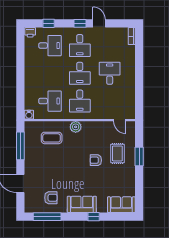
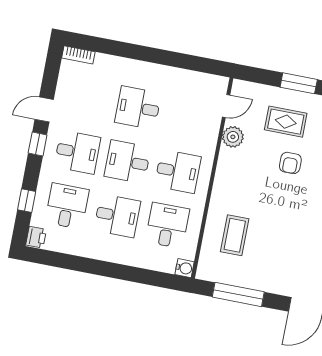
desk: (50, 73) -> (117, 216), added
desk: (80, 73) -> (128, 162), turned 180
plant: (76, 127) -> (233, 137), moved

